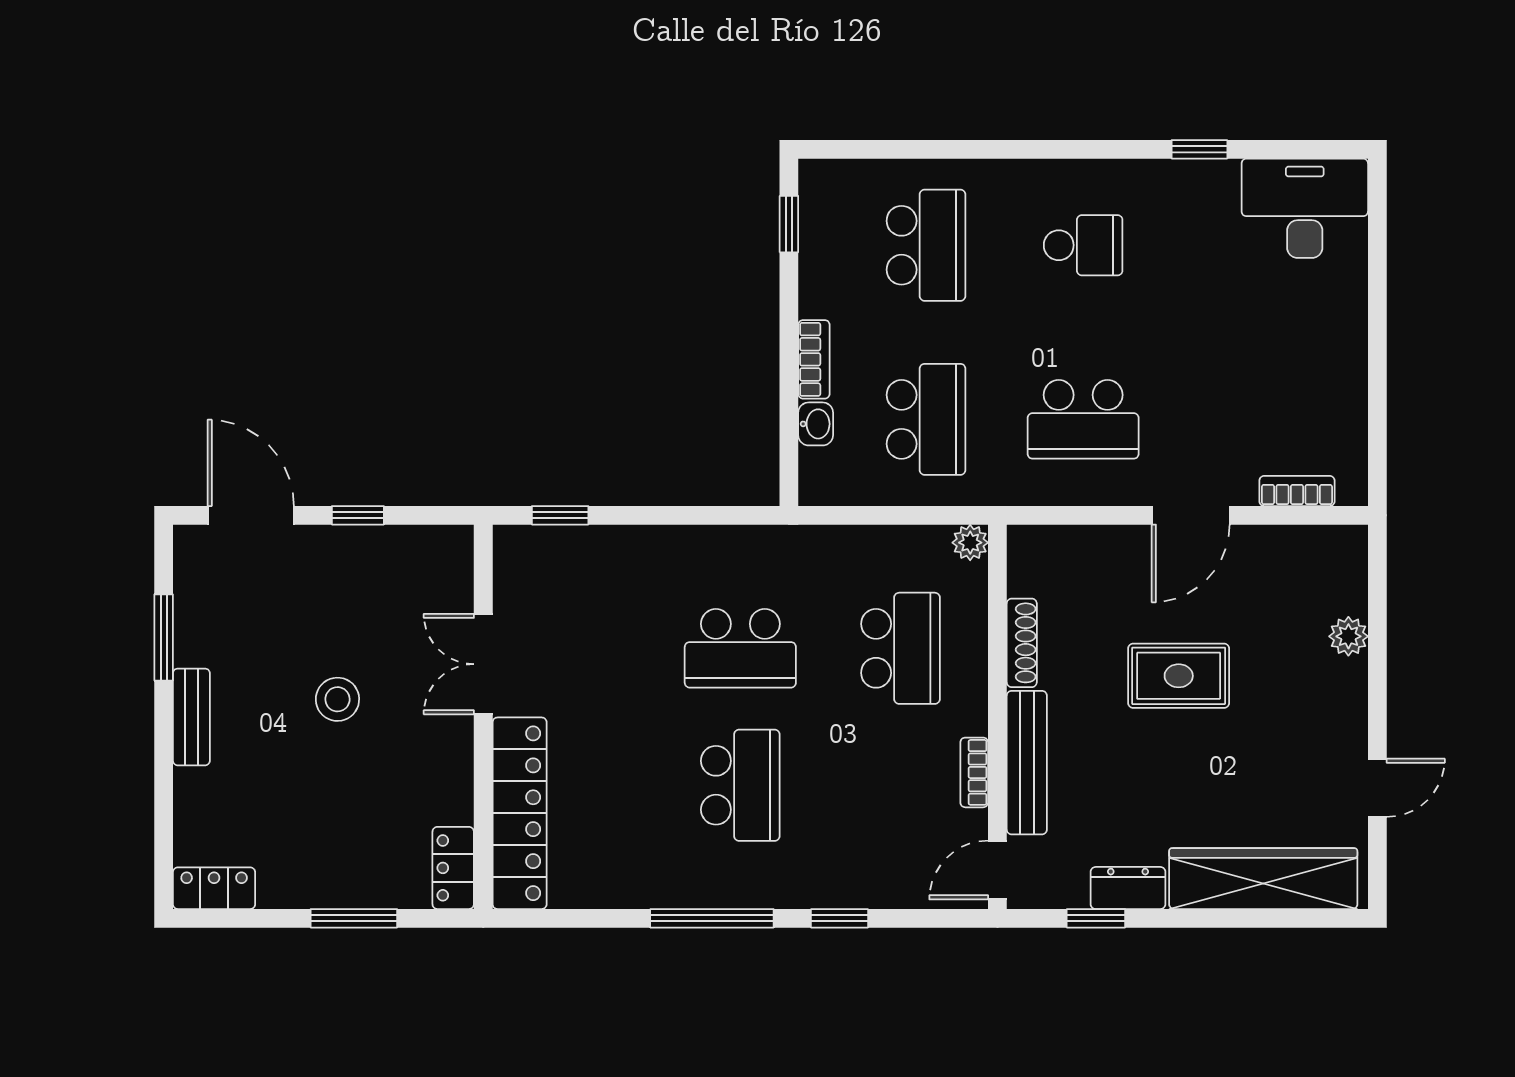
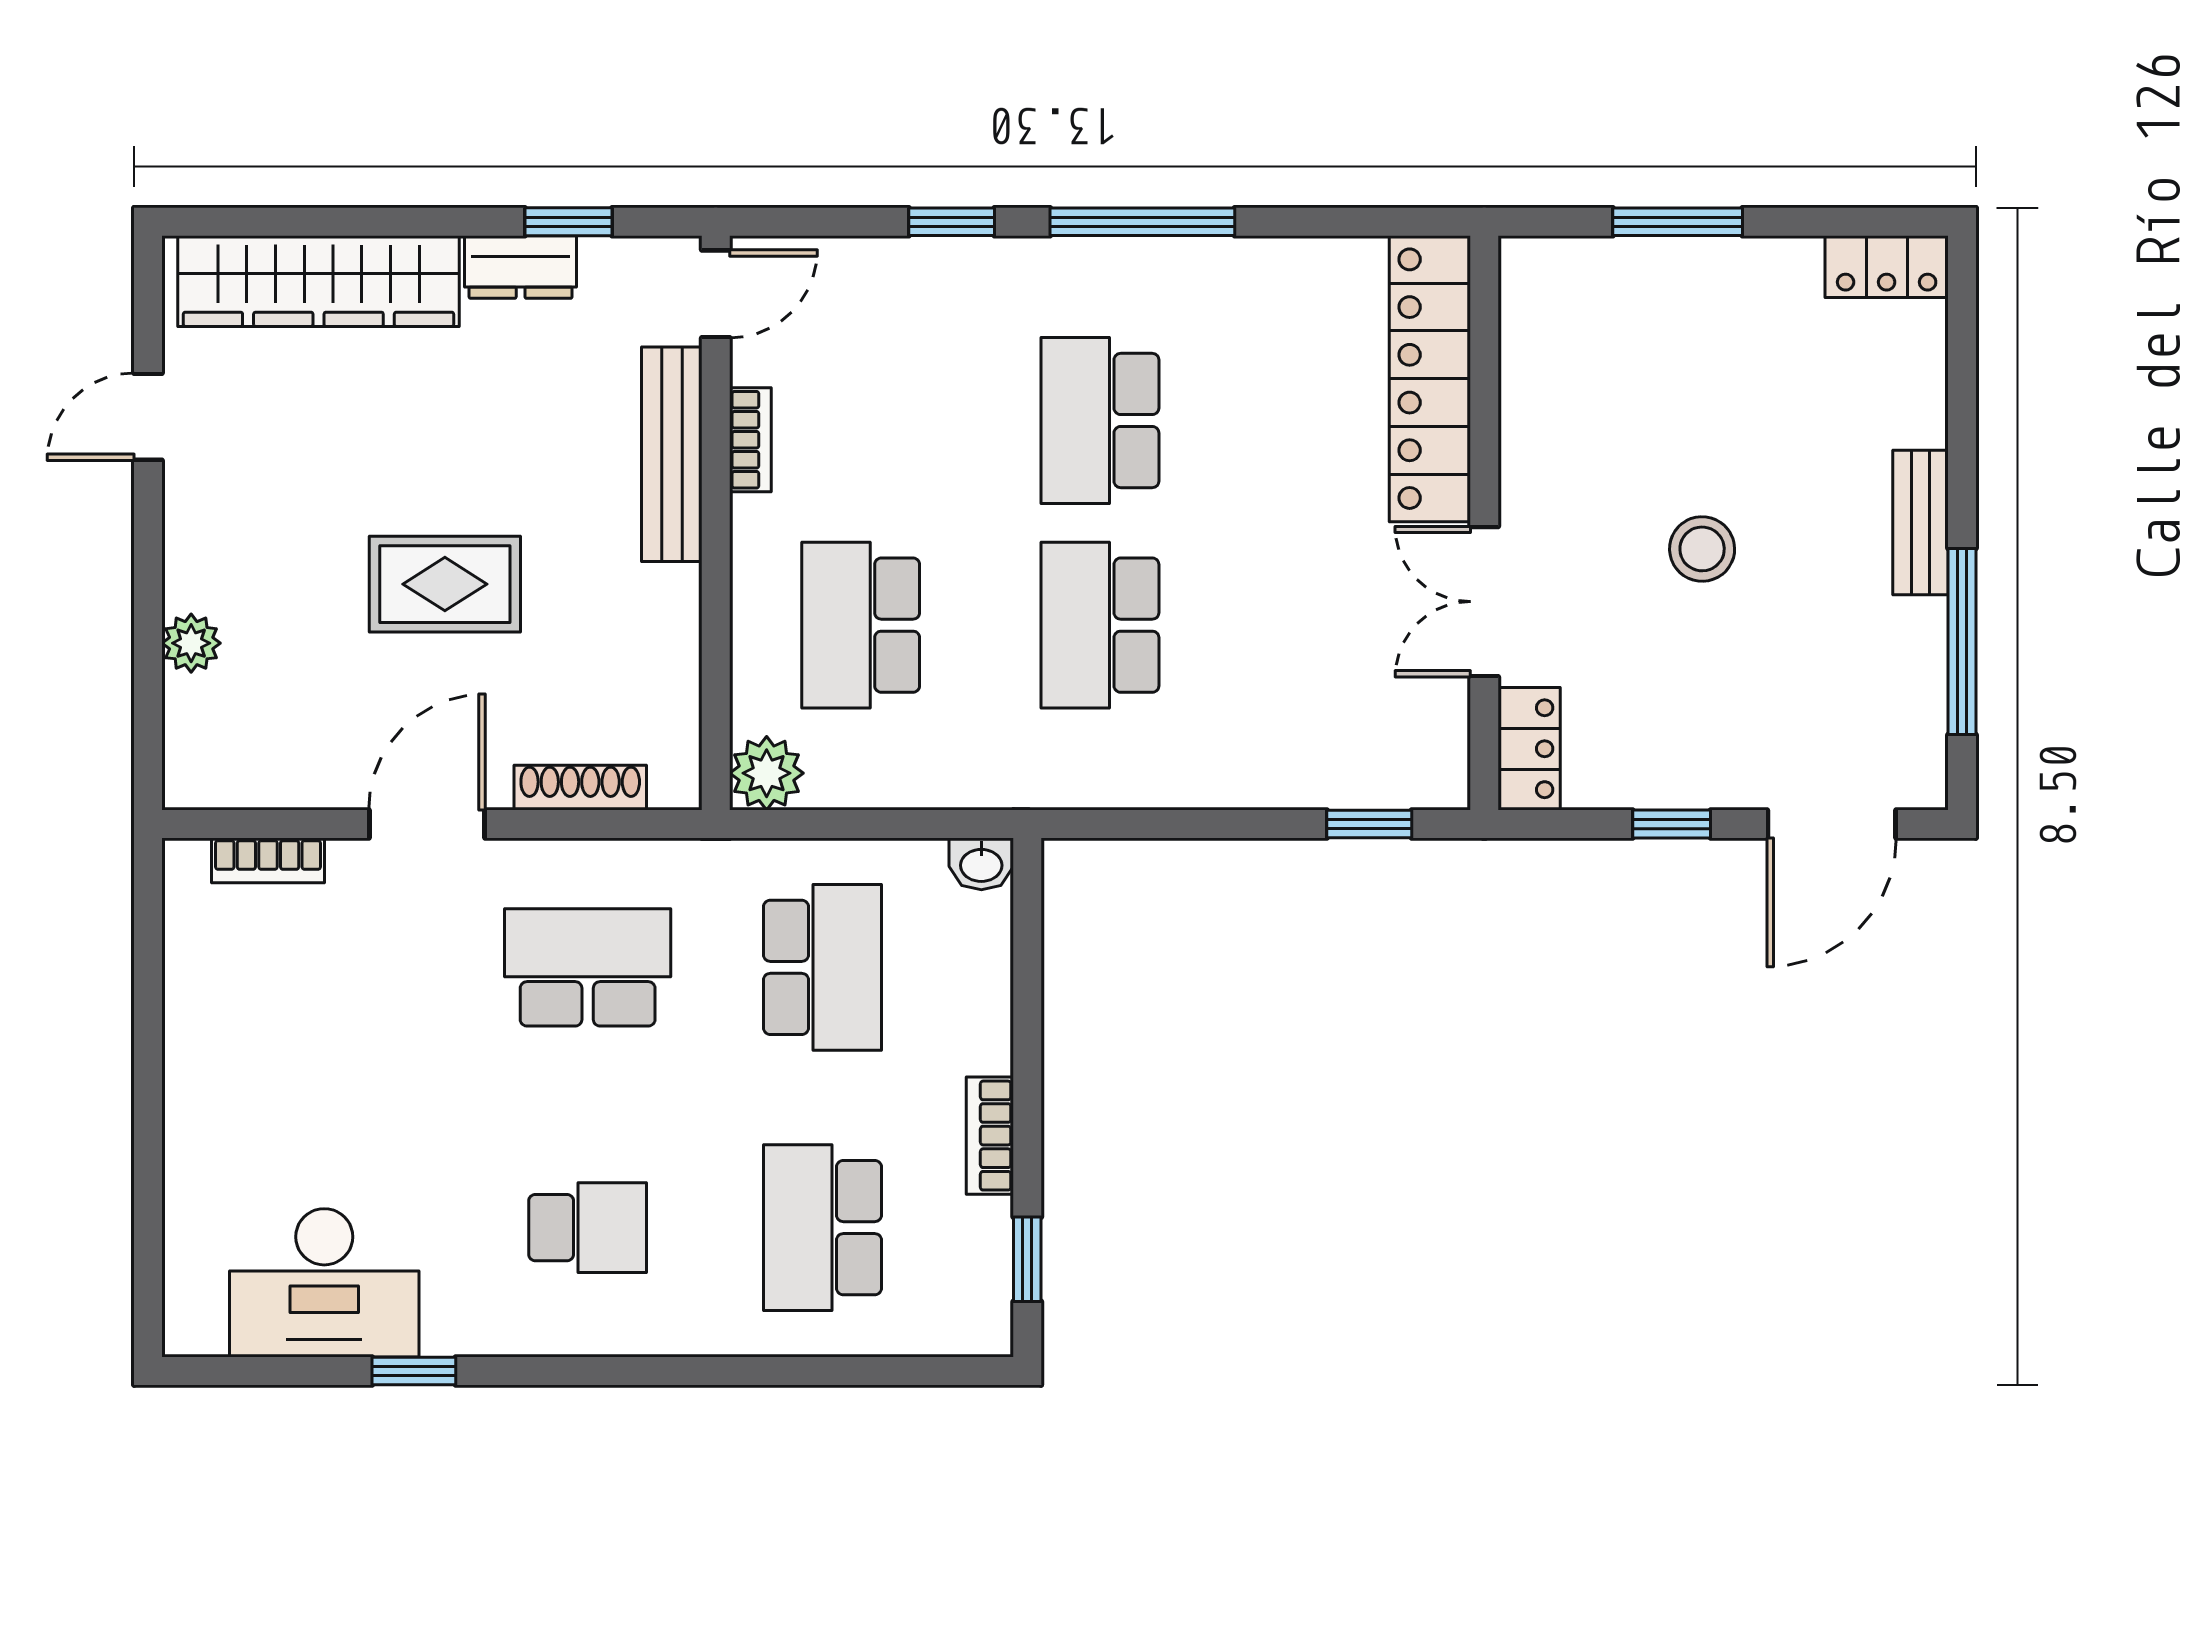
desk: (1305, 208) -> (324, 1283), moved
school desk: (1083, 245) -> (588, 1228), turned 180
bookcase: (814, 359) -> (990, 1136), moved
school desk: (926, 419) -> (823, 967), turned 180
washbasin: (816, 424) -> (981, 864), moved, turned -90
door: (251, 515) -> (1832, 824), hinge flipped
plant: (970, 543) -> (767, 773), width x1.38, depth x1.38
window: (164, 637) -> (1962, 641), width x1.44
shoe rack: (1022, 643) -> (580, 788), moved, turned 90
school desk: (740, 648) -> (1100, 625), turned -90
double door: (483, 664) -> (1484, 602), swing flipped
locker: (453, 868) -> (1529, 749), moved

